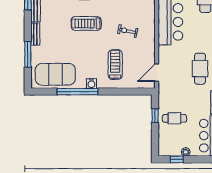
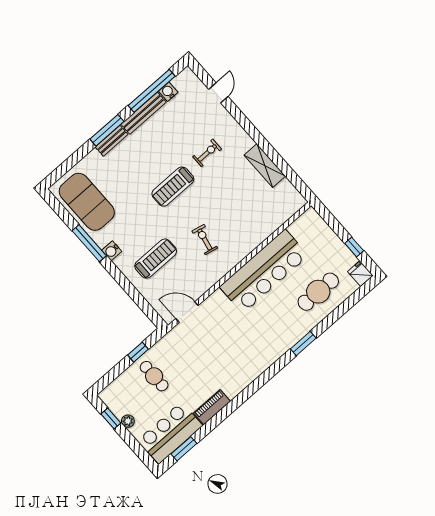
treadmill: (86, 23) -> (173, 187), turned -90
window: (28, 54) -> (107, 130), moved
cafe table: (200, 69) -> (234, 356), removed
window: (78, 92) -> (89, 243), width x0.68

